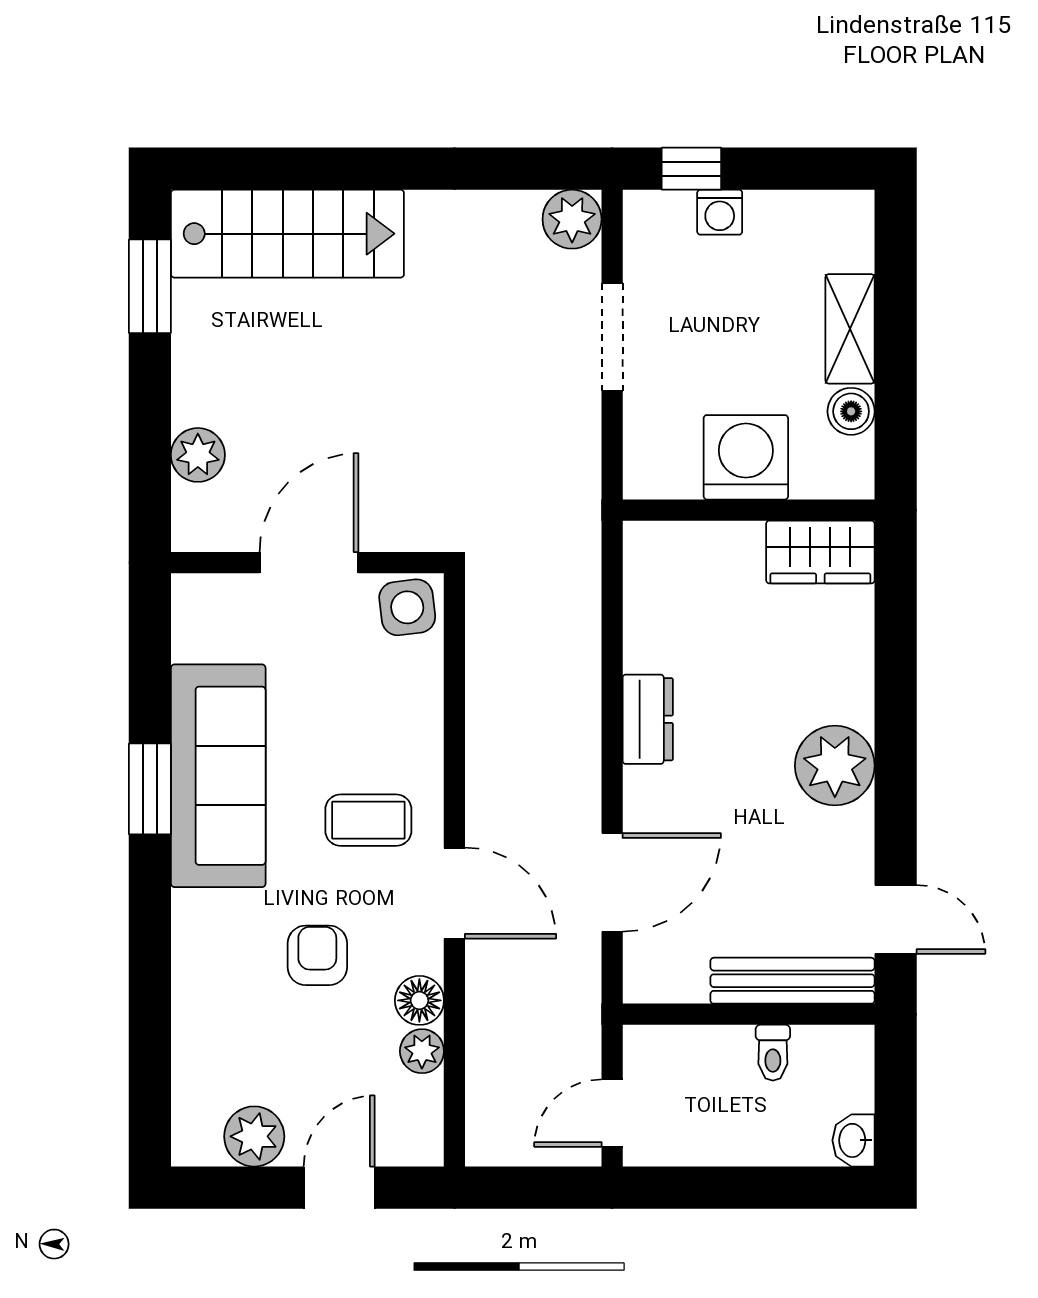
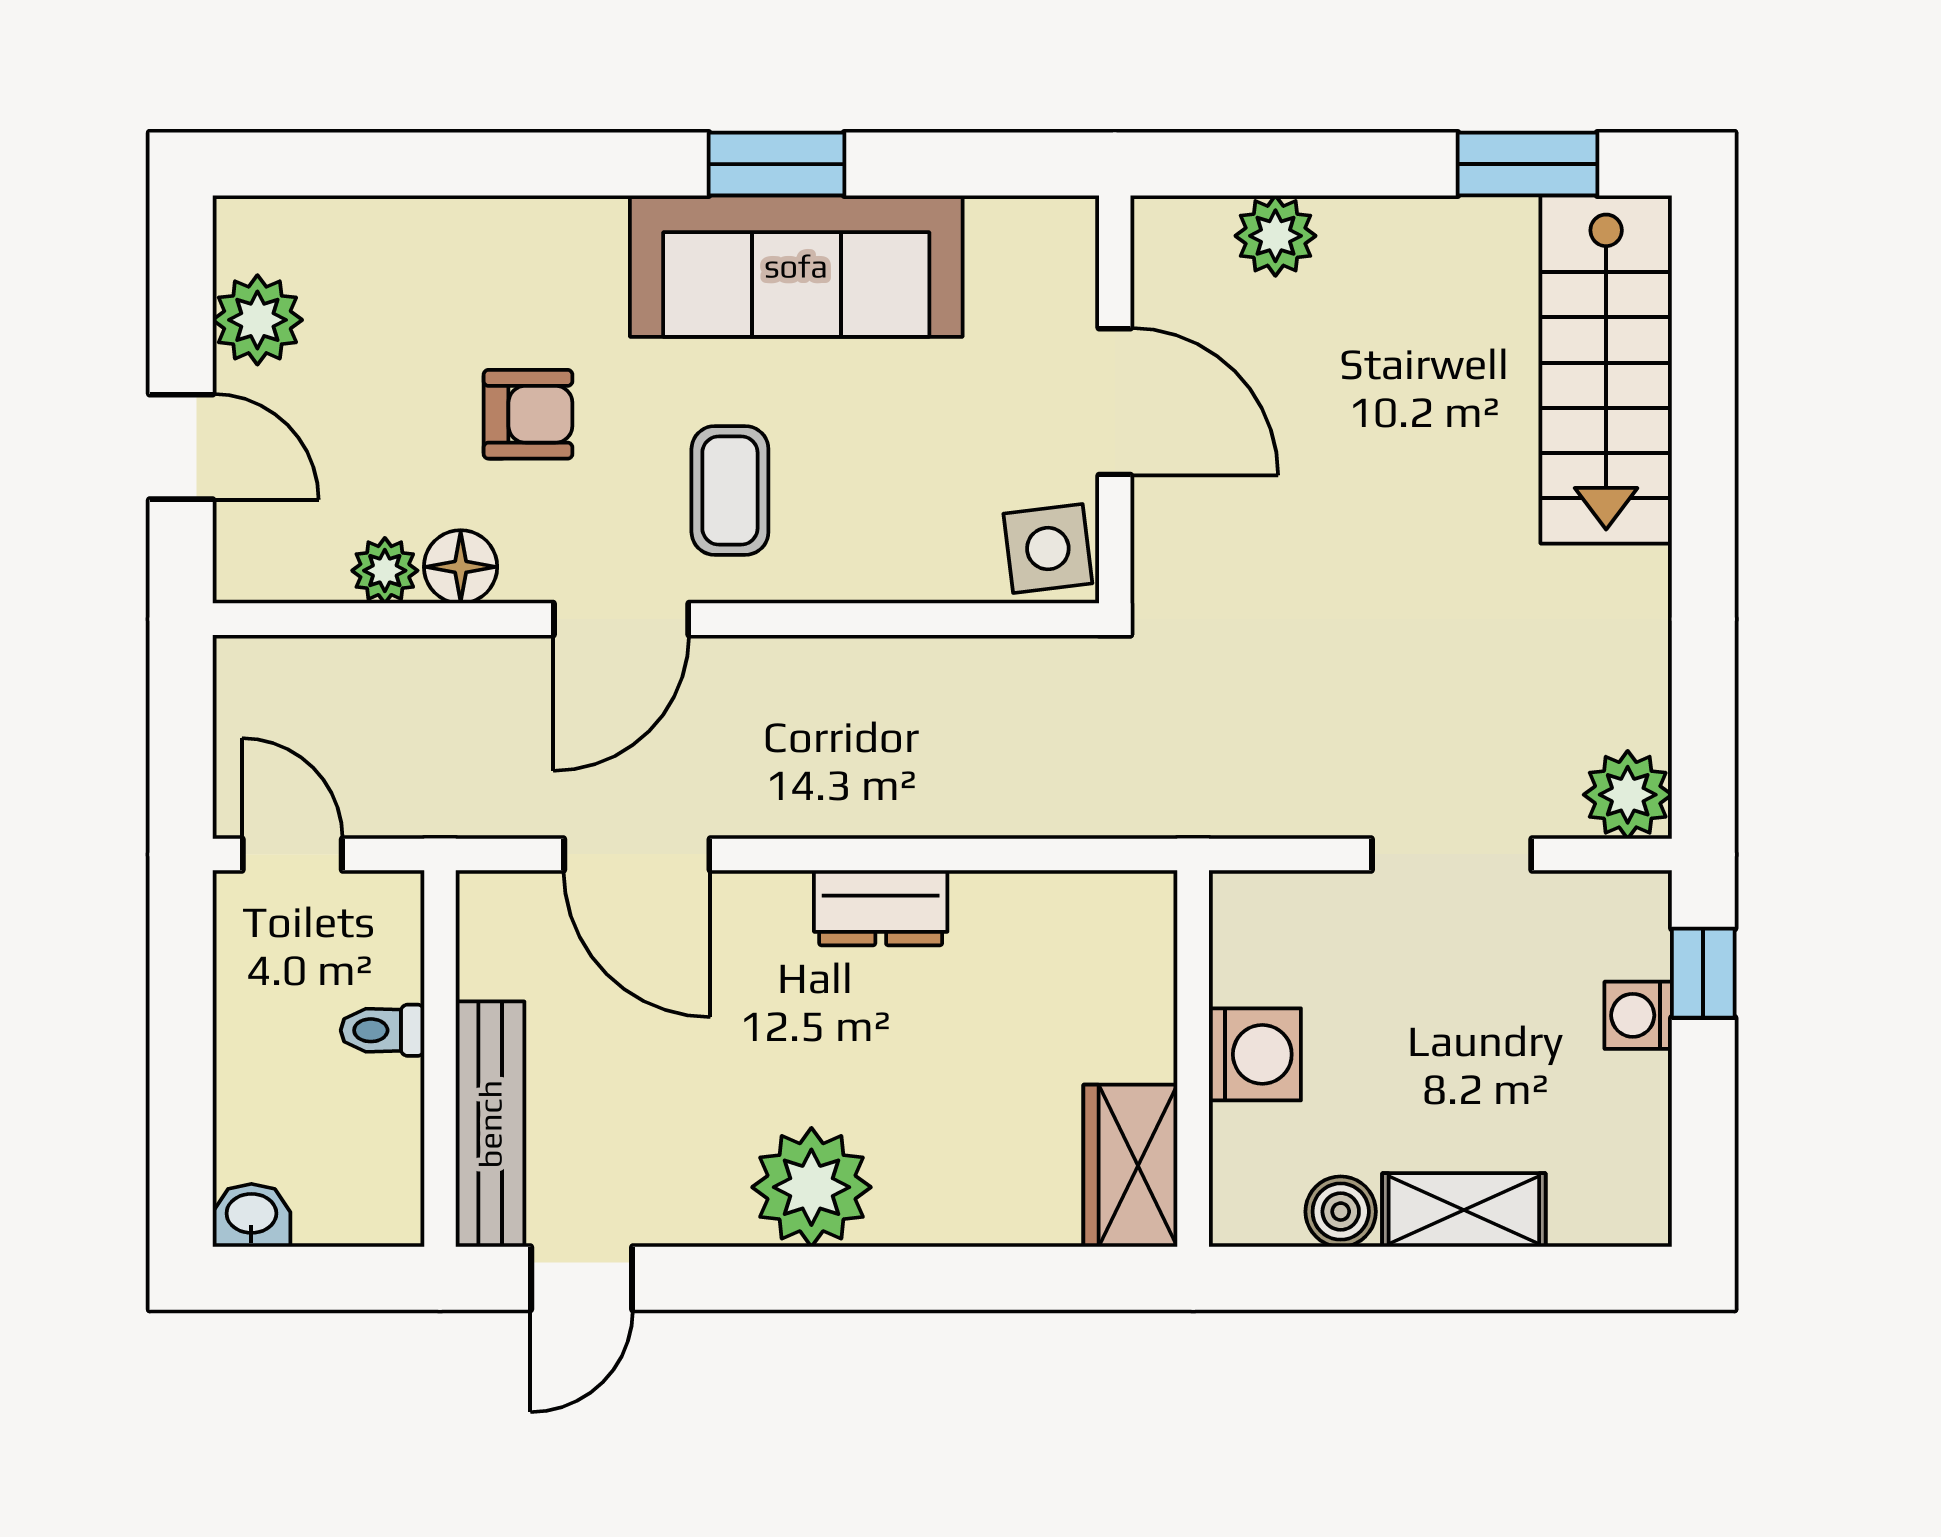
washing machine: (746, 457) -> (1255, 1054), width x0.73, depth x0.73
toilet: (773, 1053) -> (382, 1030), moved

